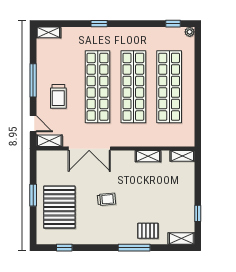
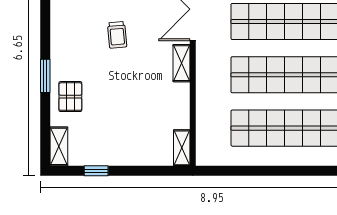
shelving: (148, 156) -> (181, 63), moved
window: (134, 248) -> (45, 76), width x0.69

